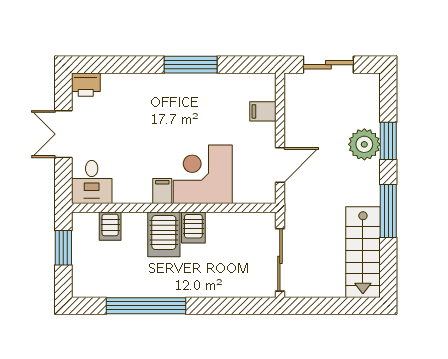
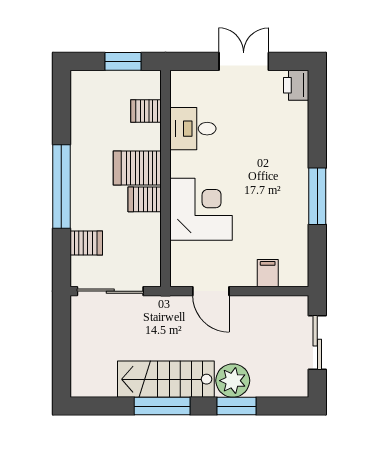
desk: (92, 182) -> (193, 129), moved
filing cabinet: (162, 191) -> (183, 166), removed
stairs: (363, 252) -> (166, 379), moved
server rack: (235, 282) -> (86, 243), added
window: (146, 306) -> (61, 187), moved

